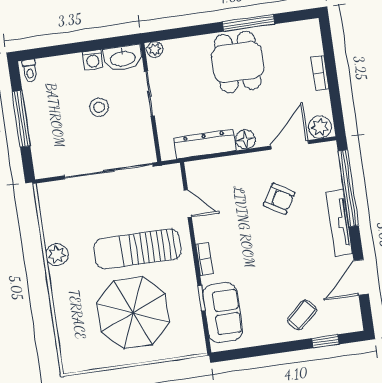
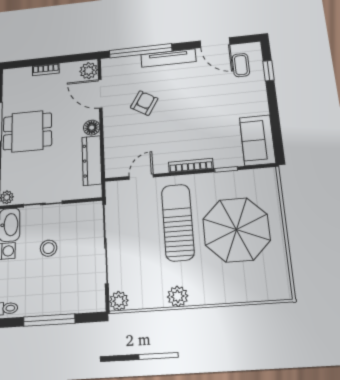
plant: (47, 192) -> (119, 301), added
sun lounger: (138, 249) -> (178, 222), turned 180
bookcase: (204, 259) -> (191, 165), width x1.56
sofa: (223, 313) -> (257, 140), moved, turned -90
coffee table: (302, 315) -> (241, 65), moved, turned 42

